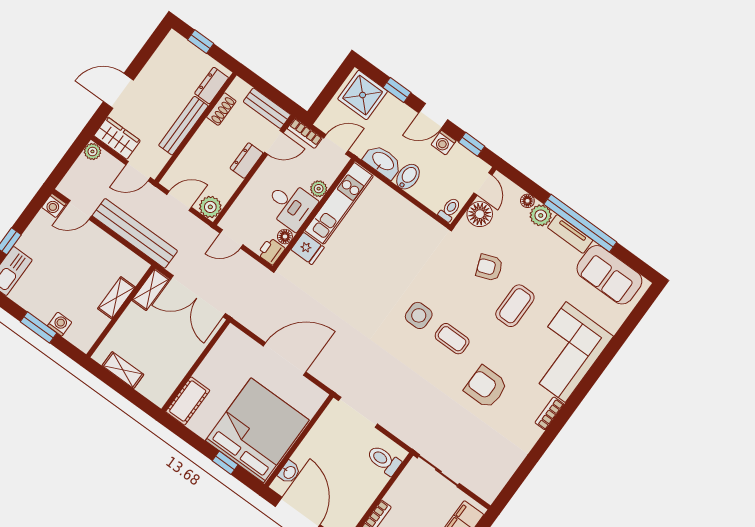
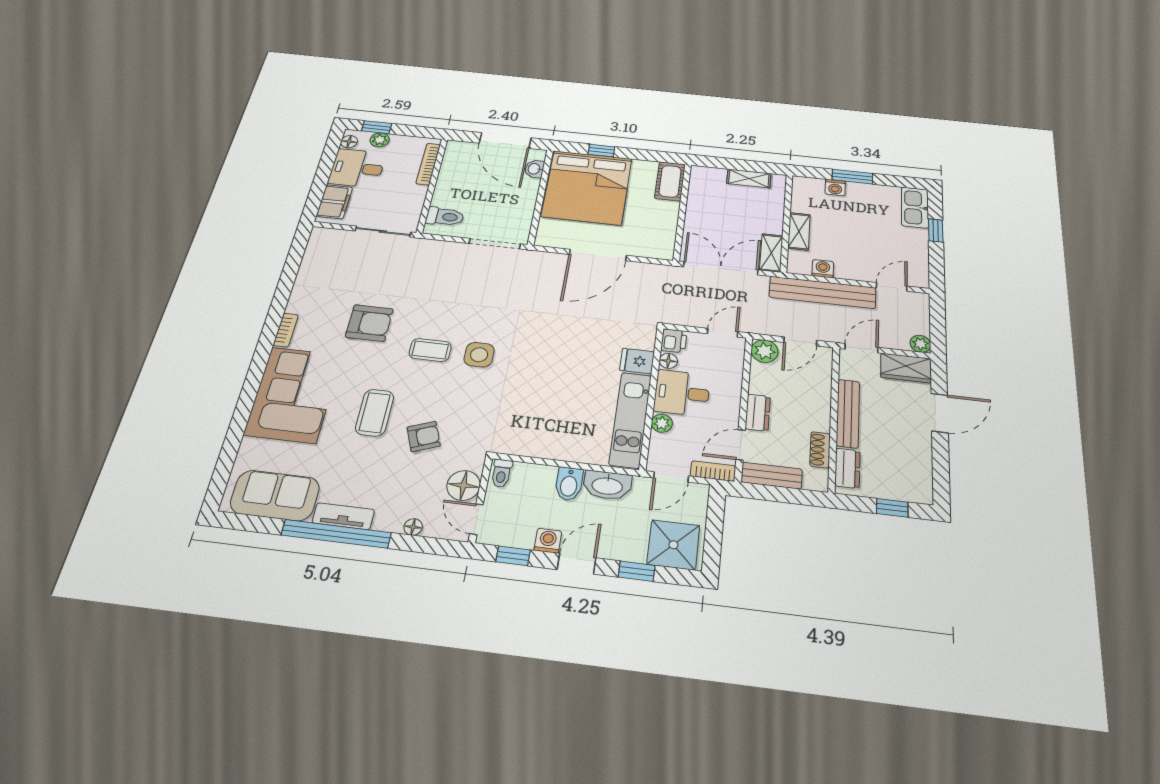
washing machine: (54, 205) -> (823, 269), moved
plant: (541, 215) -> (389, 519), removed

